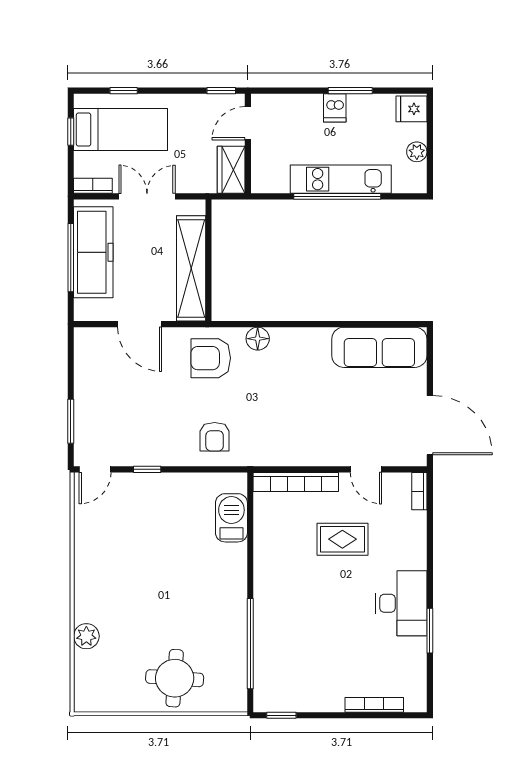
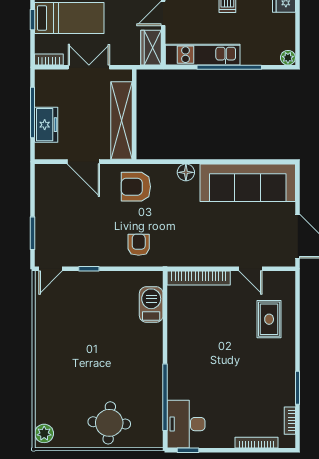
plant: (417, 152) -> (288, 58), moved
kitchen unit: (341, 179) -> (203, 55), moved
freezer: (93, 252) -> (46, 125), width x0.52, depth x0.79
floor lamp: (258, 339) -> (186, 172), moved
sofa: (379, 347) -> (248, 183), width x1.36, depth x1.27
armchair: (215, 437) -> (139, 245), turned 180
bookcase: (419, 491) -> (290, 421), moved
rug: (342, 539) -> (269, 319), moved, turned 90
desk: (401, 603) -> (186, 424), moved, turned 180
plant: (86, 636) -> (44, 433), moved

